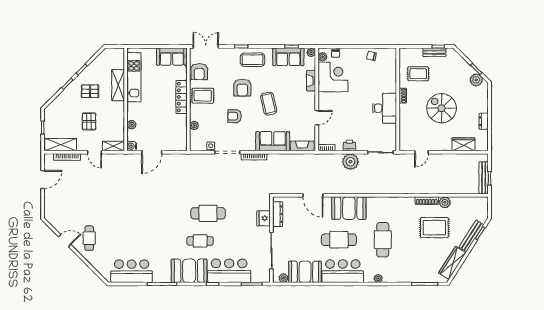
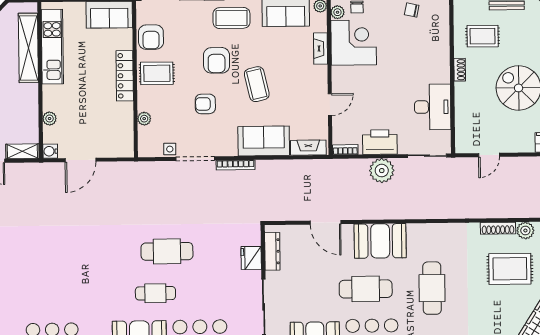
shelving: (118, 85) -> (28, 48), width x1.47
desk: (385, 108) -> (433, 107), moved
printer: (349, 145) -> (380, 142), width x1.87, depth x1.48

